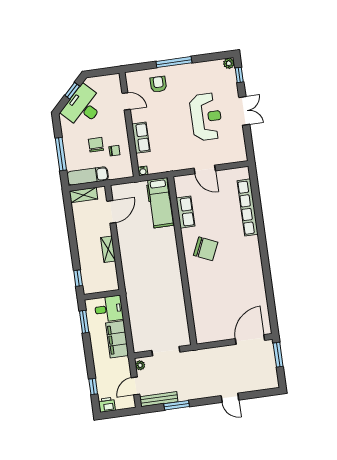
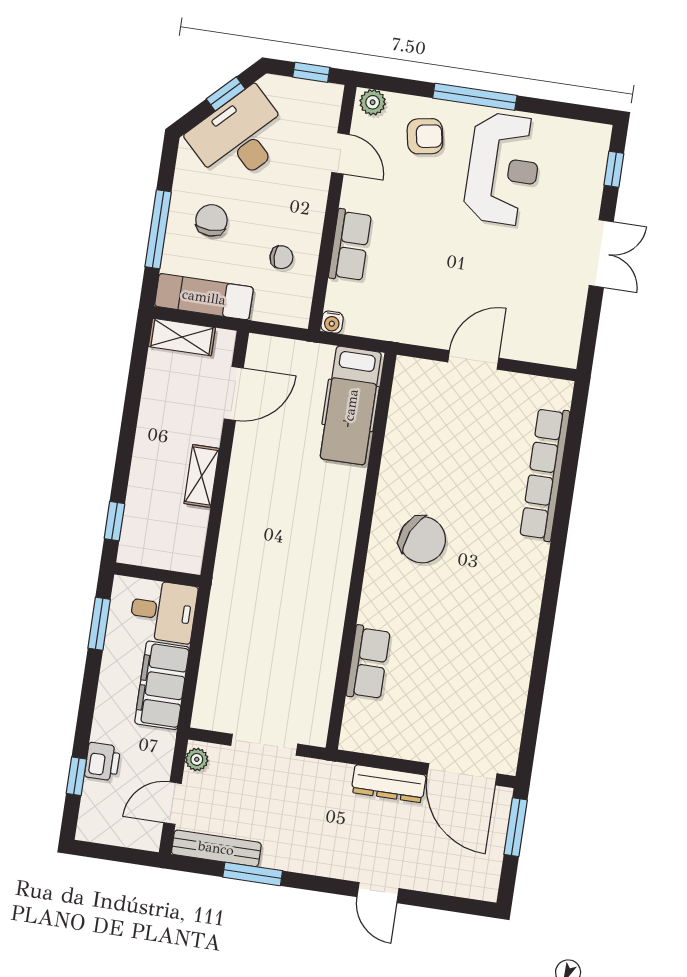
plant: (229, 63) -> (373, 102), moved
window: (104, 72) -> (311, 72), added
armchair: (158, 84) -> (425, 136), turned 80
reception desk: (206, 117) -> (503, 169), moved
chair: (96, 145) -> (211, 220), moved
door: (205, 169) -> (473, 360), swing flipped
row of seats: (185, 212) -> (368, 663), moved
door: (250, 340) -> (462, 774), swing flipped
dresser: (221, 352) -> (389, 784), added
printer: (107, 405) -> (102, 762), moved, turned 90

